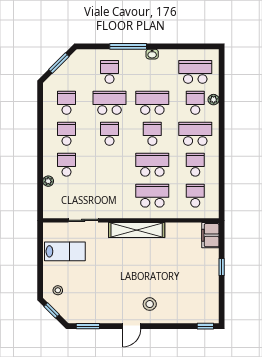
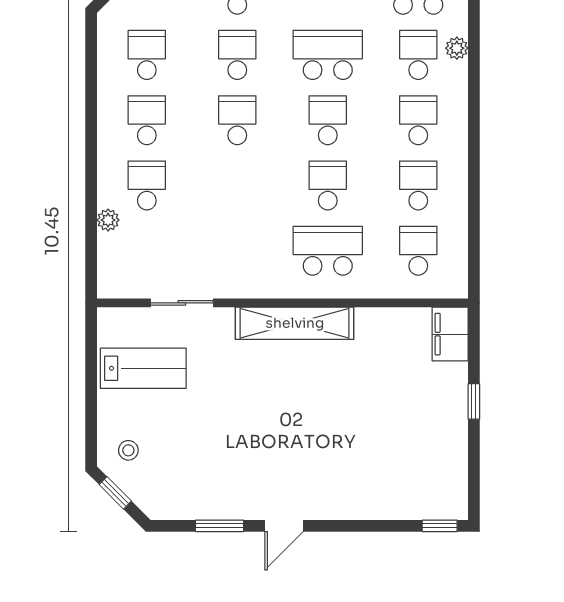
school desk: (109, 103) -> (237, 55), width x0.54
school desk: (195, 134) -> (418, 120), width x0.54
school desk: (152, 165) -> (328, 185), width x0.54
stool: (150, 304) -> (322, 479), removed
window: (88, 326) -> (219, 526), moved

